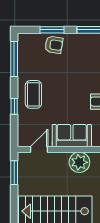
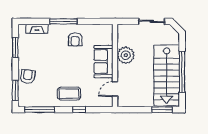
window: (52, 30) -> (15, 90), moved
door: (39, 149) -> (115, 89), hinge flipped
window: (14, 173) -> (162, 110), moved

